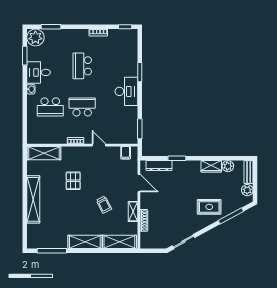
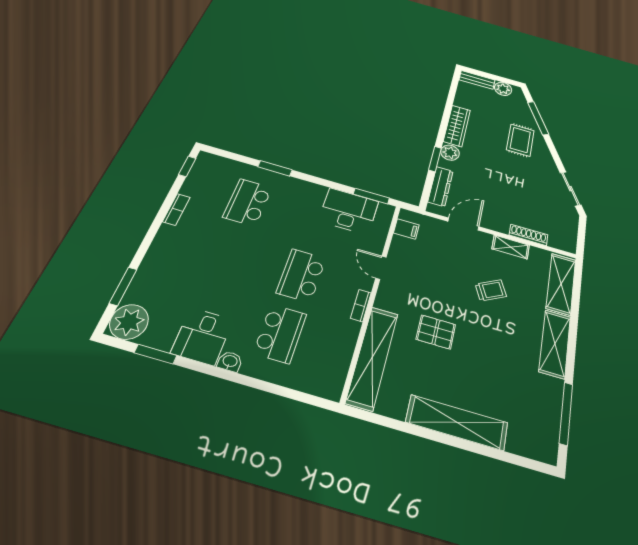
school desk: (82, 66) -> (248, 202), moved, turned 90
desk: (126, 91) -> (349, 211), moved
door: (99, 145) -> (381, 268), hinge flipped
shelving: (44, 153) -> (372, 357), width x1.47
wardrobe: (211, 166) -> (457, 126), width x1.50
plant: (228, 166) -> (450, 153), moved

